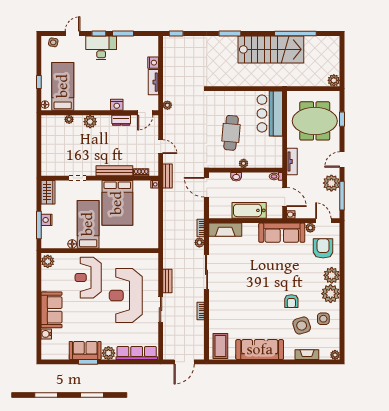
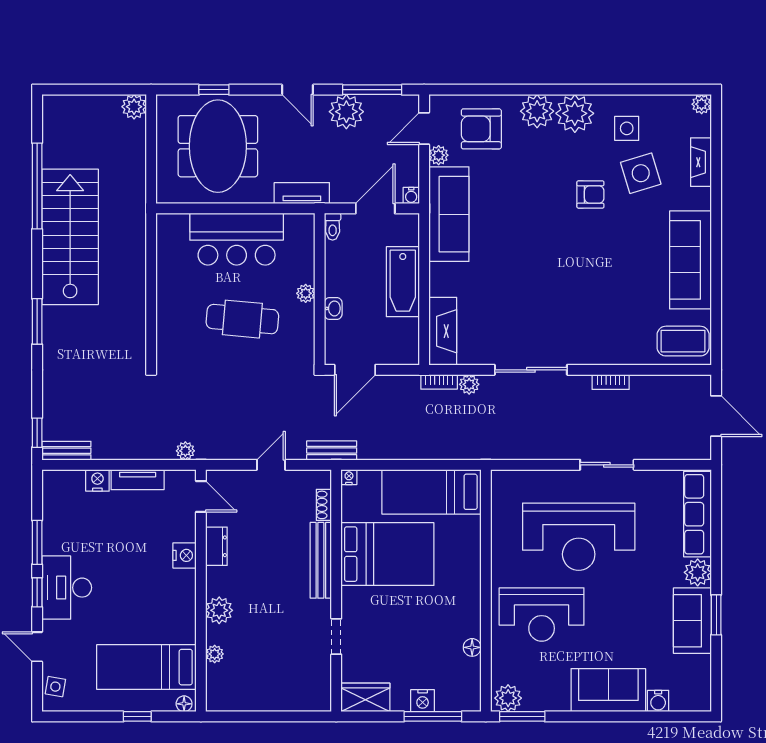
bar counter: (270, 114) -> (237, 239), moved
bed: (88, 224) -> (431, 492), moved
window: (39, 268) -> (522, 716), added
bench: (167, 281) -> (66, 451), moved

